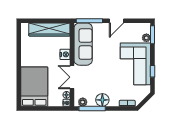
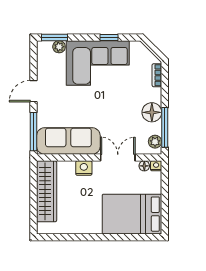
door: (117, 21) -> (34, 91), swing flipped
double door: (72, 77) -> (118, 158), swing flipped

